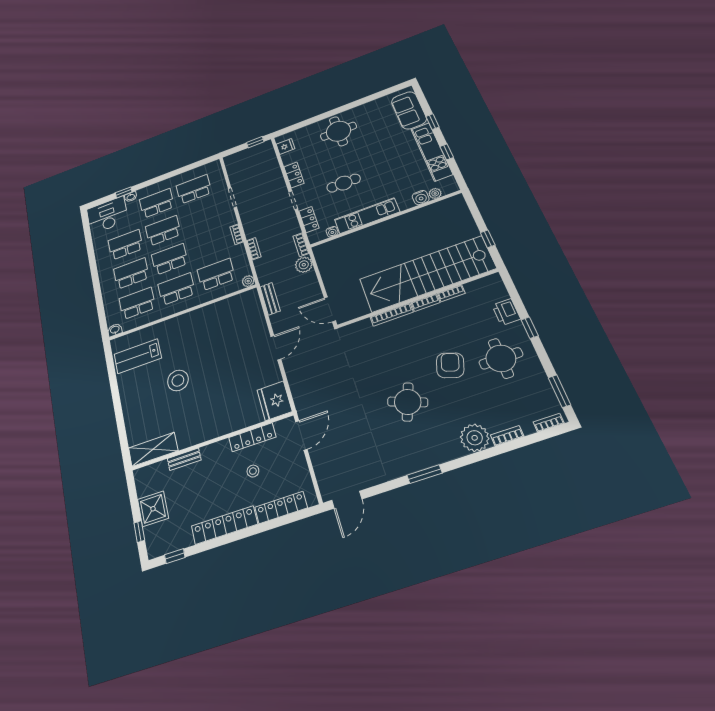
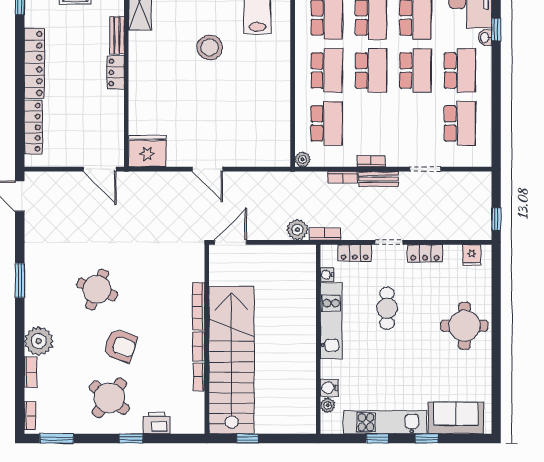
bench: (270, 299) -> (378, 179), moved
round table: (501, 358) -> (109, 398), turned 38
locker: (252, 437) -> (116, 72), moved, width x0.66
stool: (253, 471) -> (80, 108), removed

